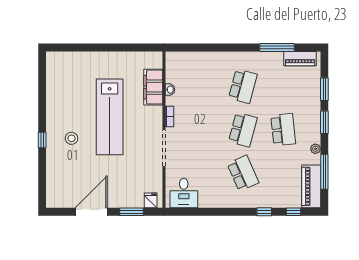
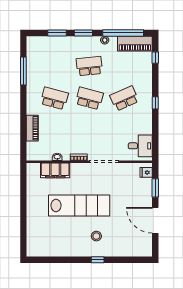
piano: (300, 59) -> (32, 128), moved
window: (324, 172) -> (123, 33), width x1.46
window: (264, 212) -> (155, 103), moved

